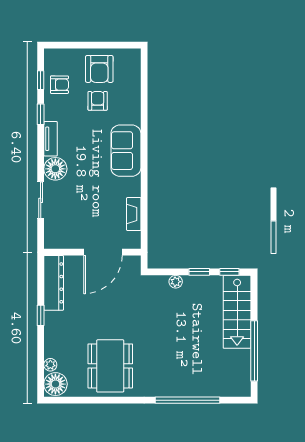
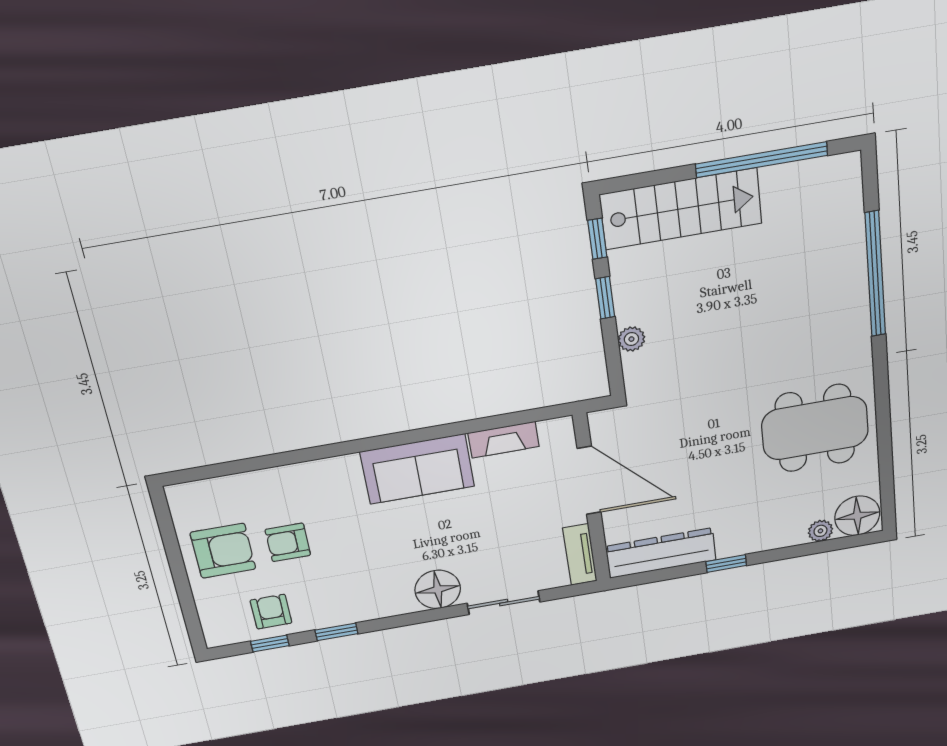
tv unit: (51, 139) -> (580, 555), moved, turned -90
sofa: (126, 151) -> (417, 469), moved

